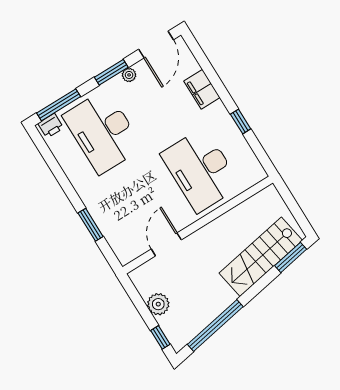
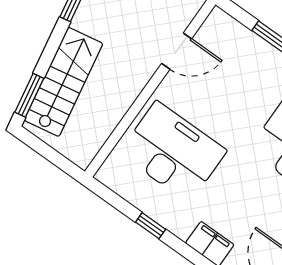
door: (166, 244) -> (177, 51), hinge flipped

